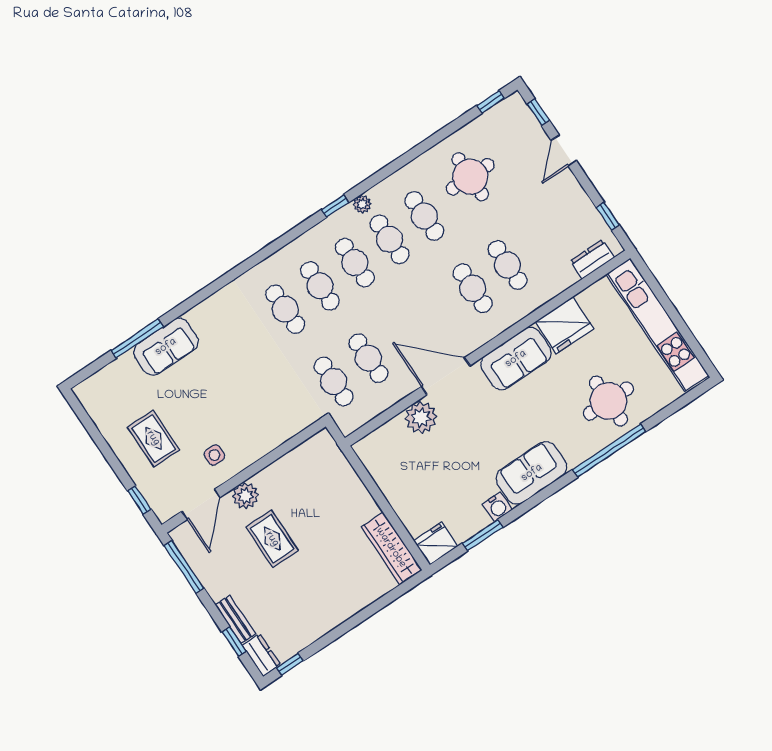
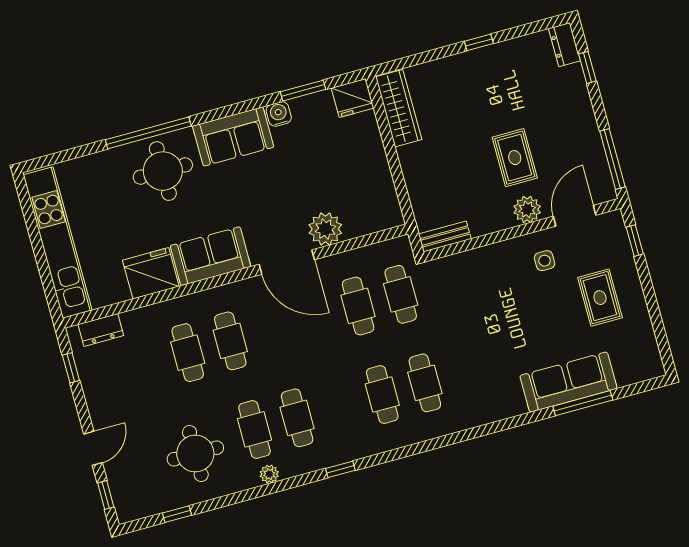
window: (491, 102) -> (177, 514), moved
plant: (362, 204) -> (269, 474), moved
cafe table: (355, 263) -> (340, 406), removed
sofa: (166, 347) -> (568, 382), width x1.36
round table: (608, 401) -> (163, 171), moved
bench: (235, 619) -> (445, 236), moved, turned 90
window: (290, 664) -> (479, 42), moved

